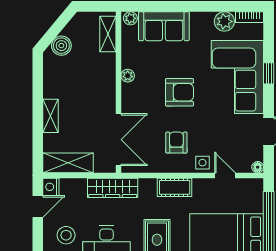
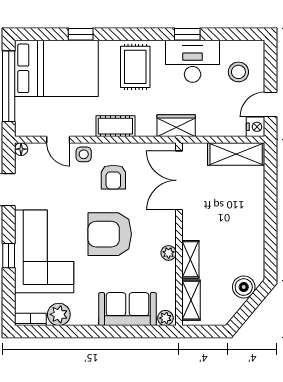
armchair: (180, 92) -> (110, 234), width x1.36, depth x1.36
shelving: (50, 116) -> (190, 259), moved
wardrobe: (113, 188) -> (176, 126), width x0.67

